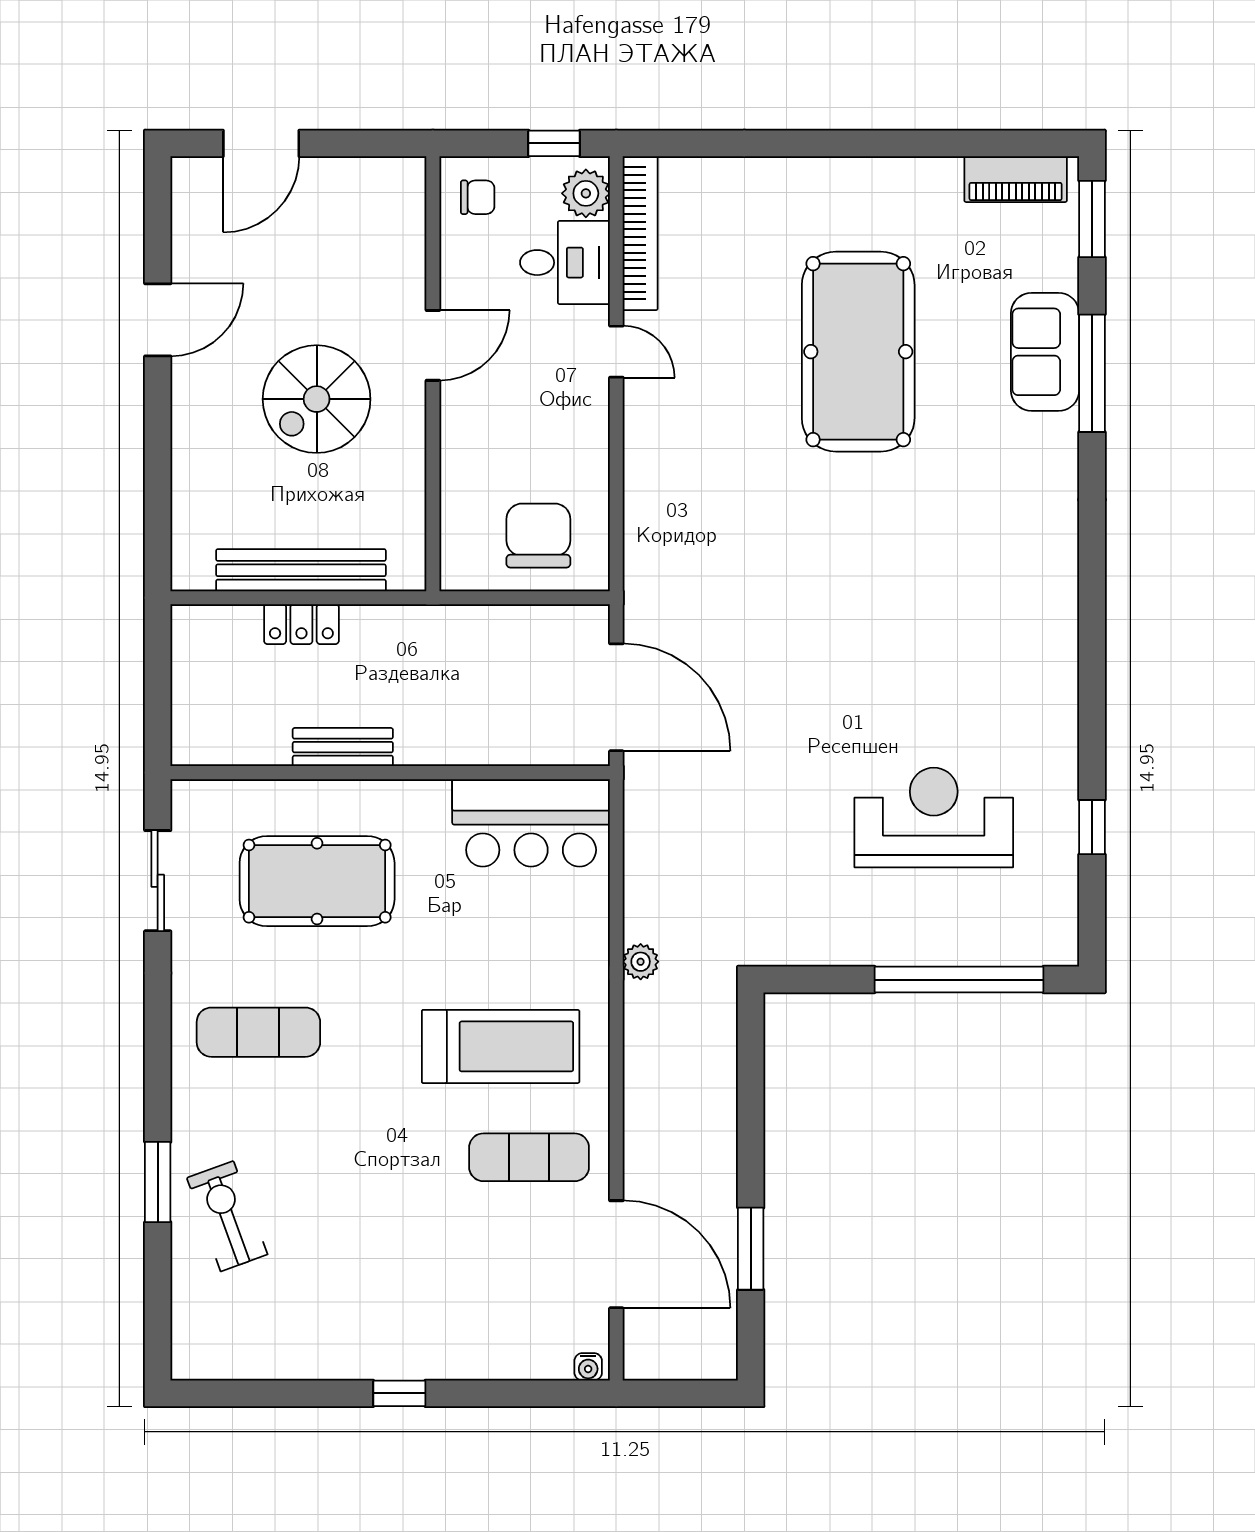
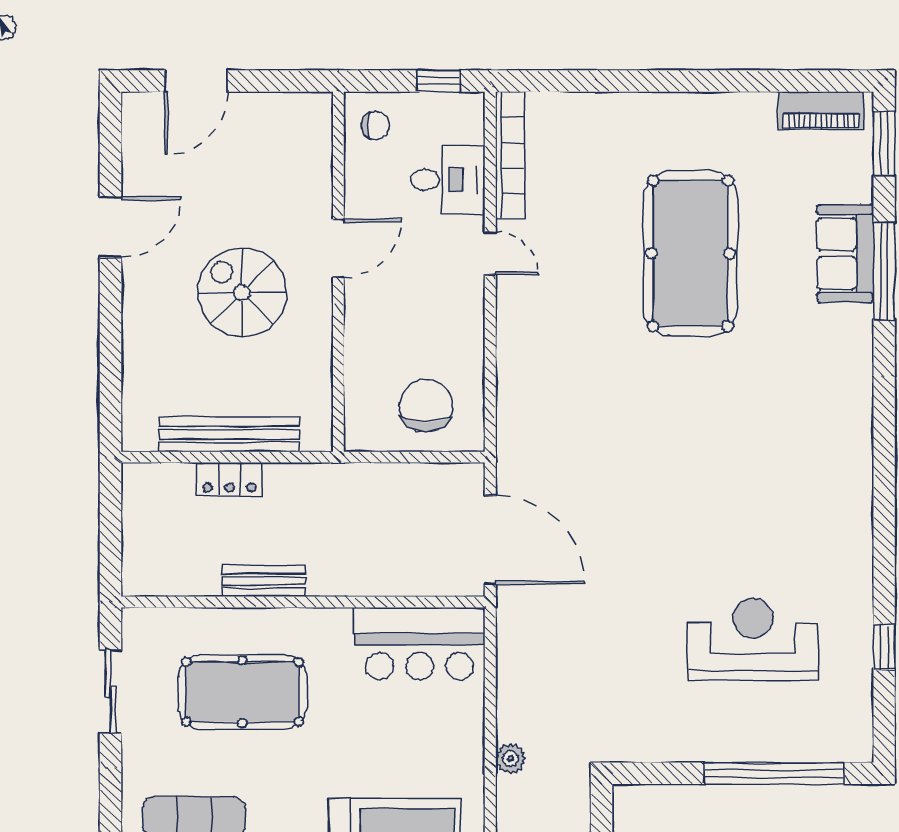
plant: (586, 193) -> (465, 122), removed
spiral stairs: (317, 399) -> (242, 293), turned 90

